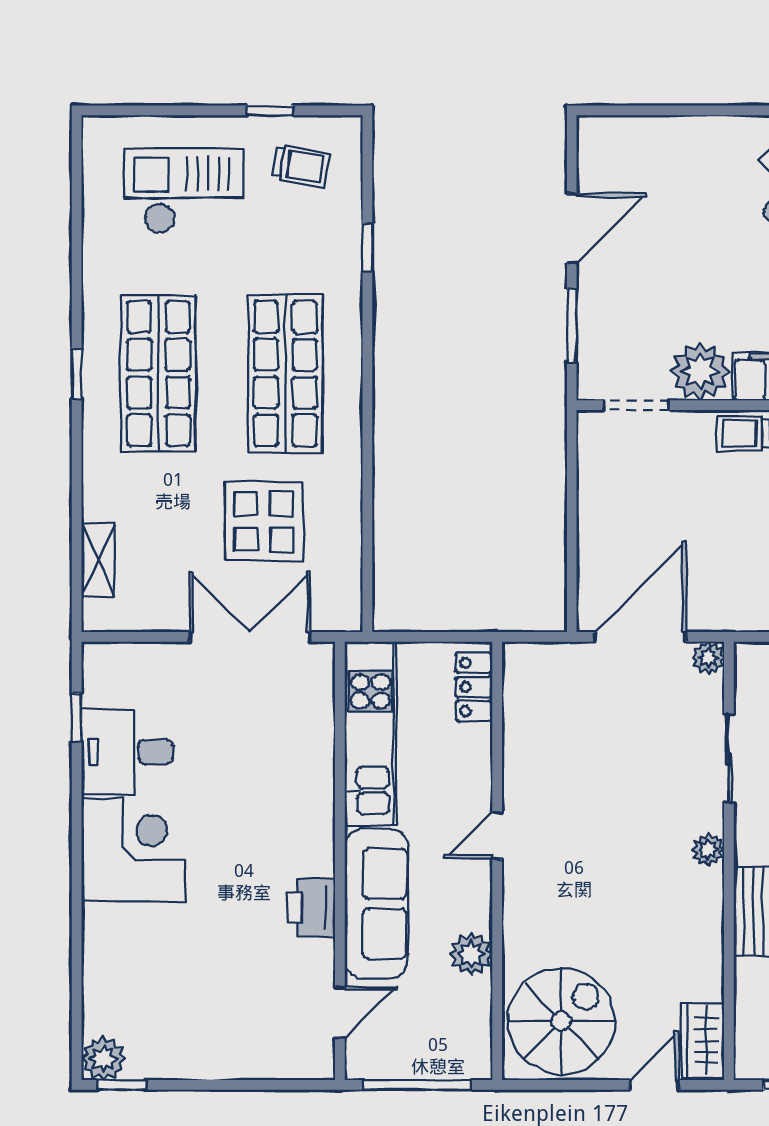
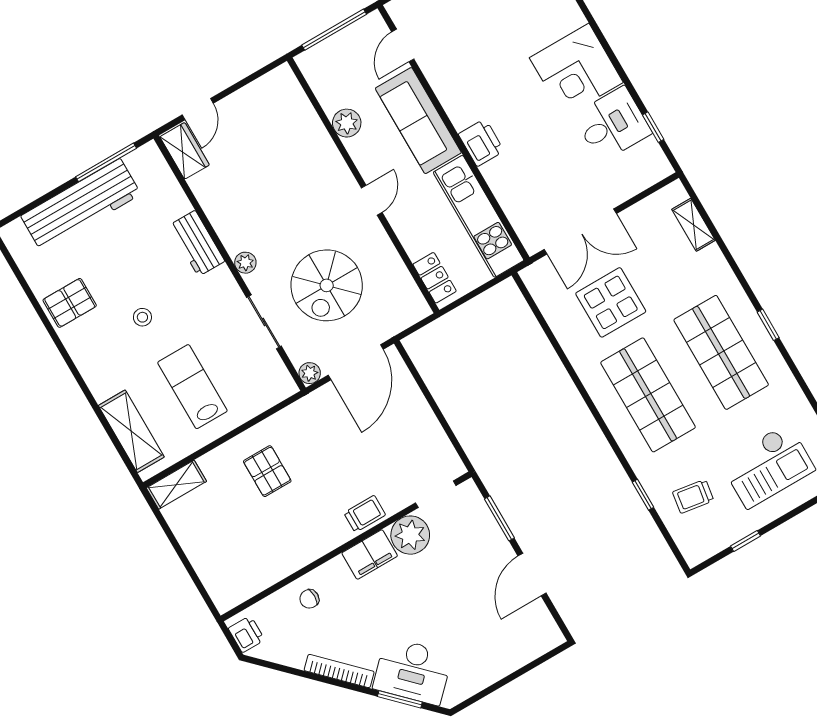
trolley: (301, 166) -> (693, 496), moved
printer: (311, 908) -> (481, 143), moved
spiral stairs: (561, 1021) -> (327, 285), moved

